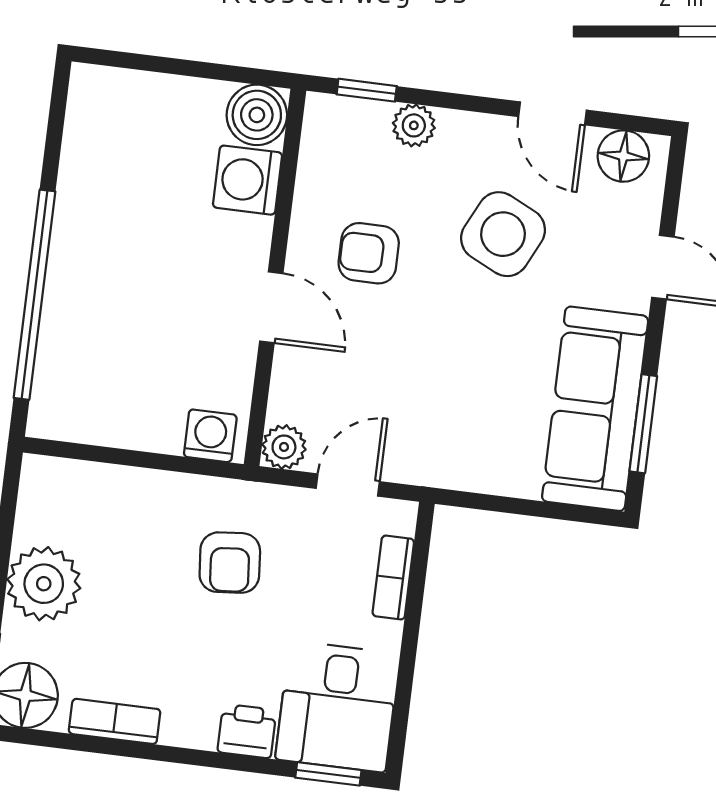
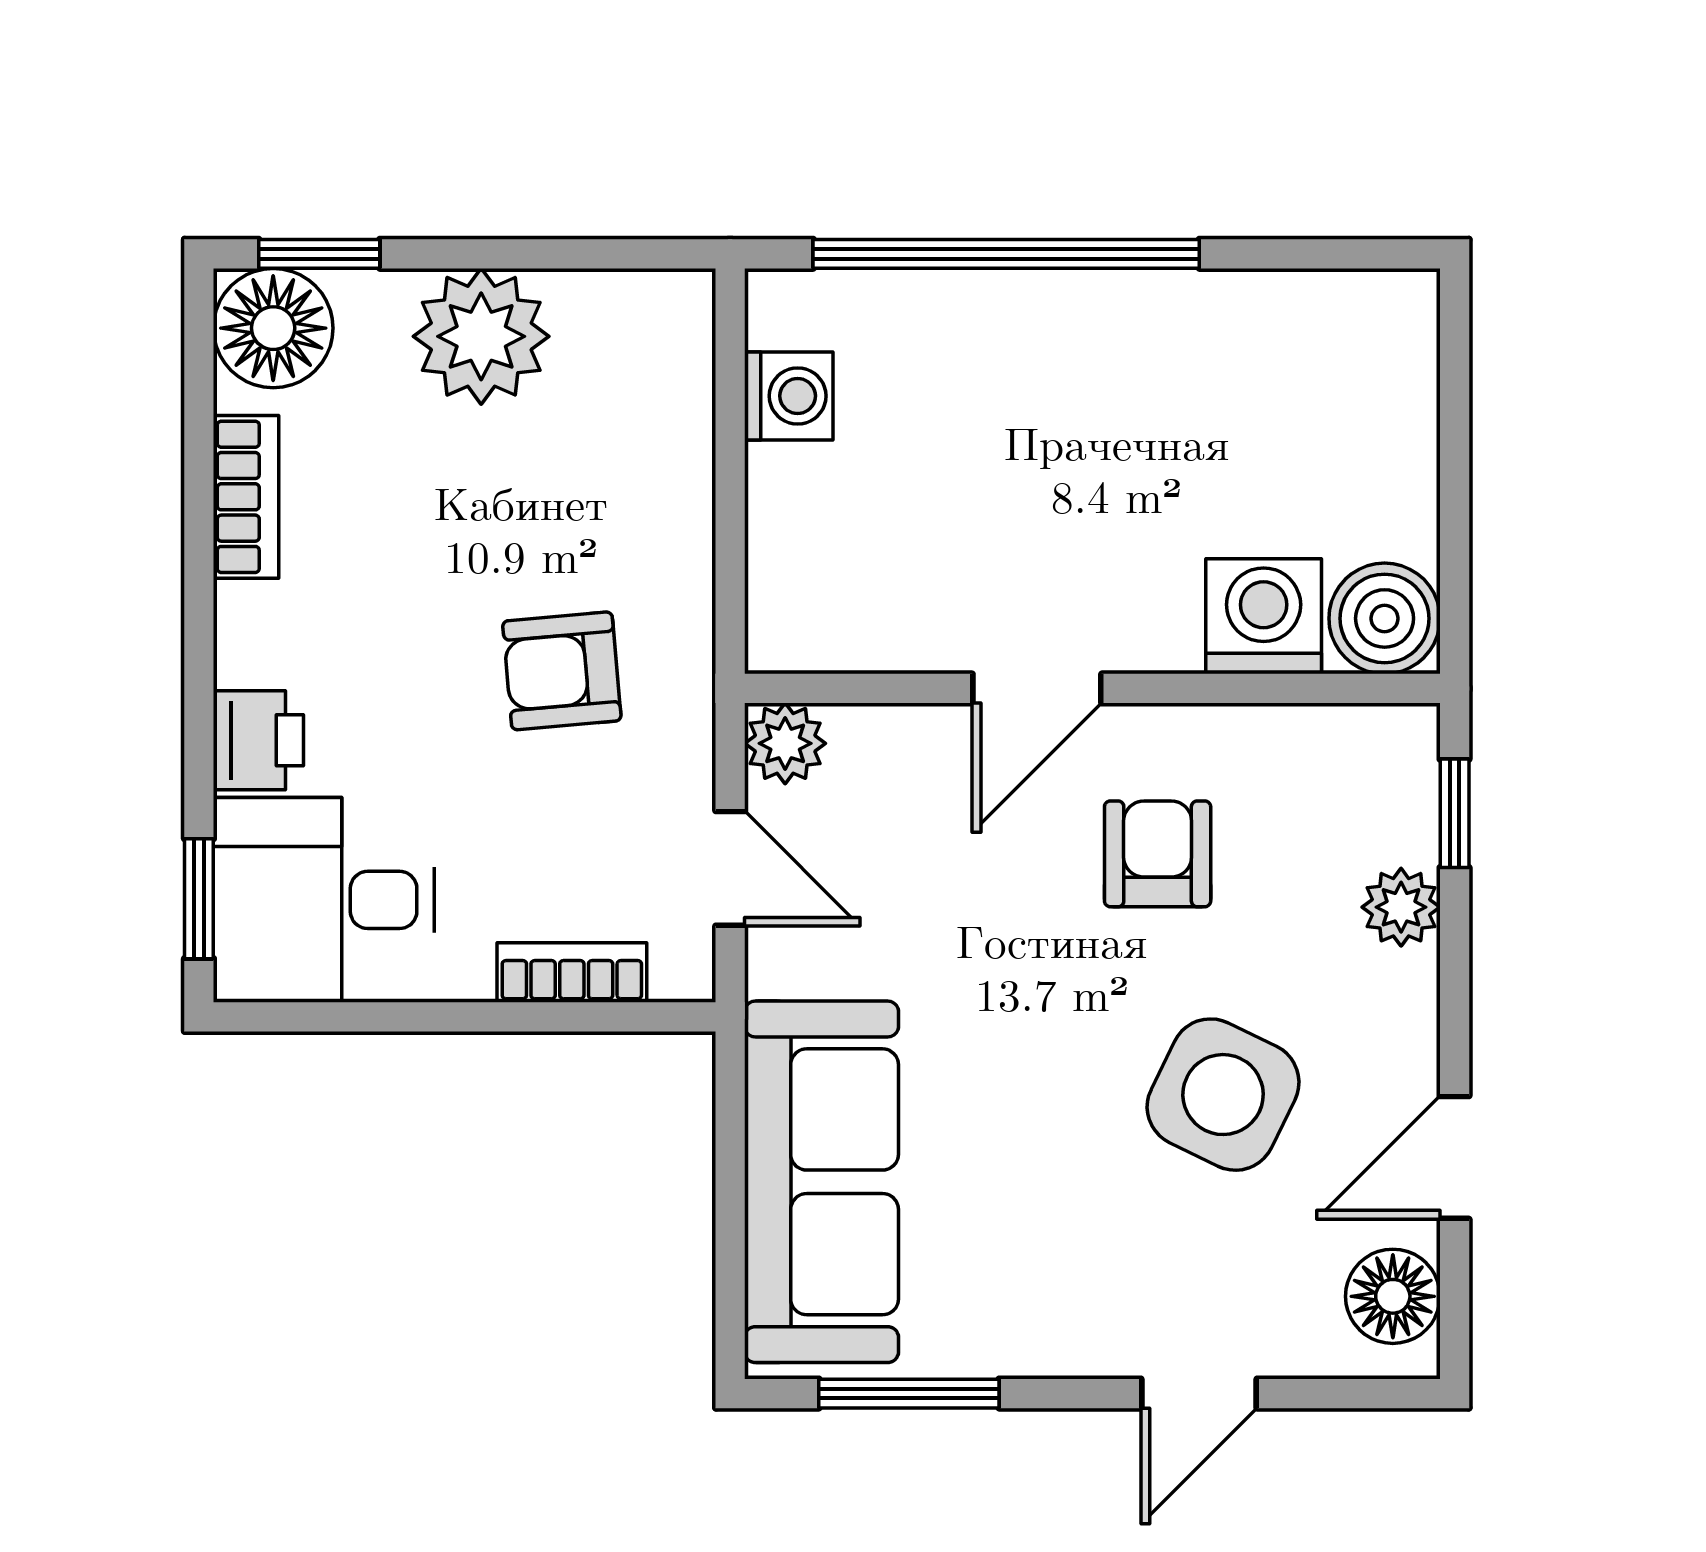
sofa: (595, 409) -> (822, 1182), moved, turned 90
washing machine: (210, 436) -> (789, 396), moved

